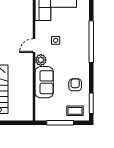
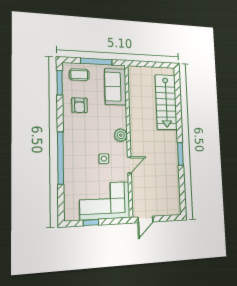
door: (34, 46) -> (129, 165), moved
sofa: (44, 82) -> (115, 87), moved

